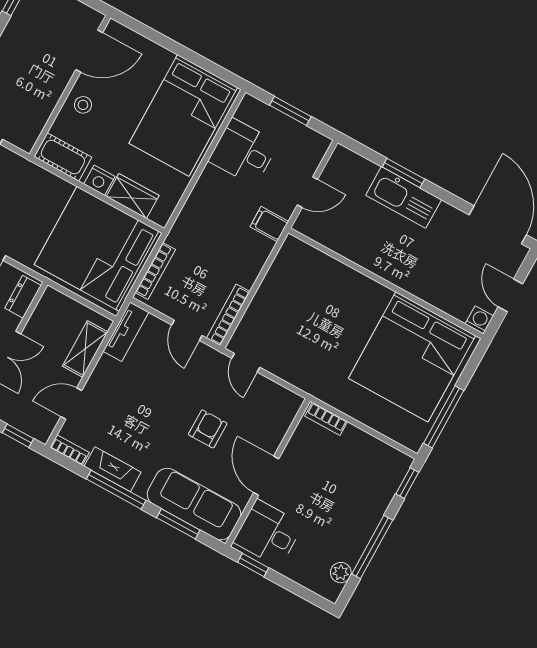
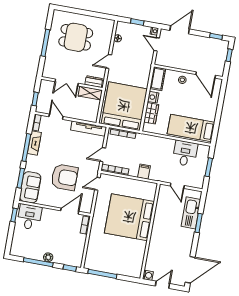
bed: (183, 115) -> (191, 128), width x0.67
kitchen sink: (404, 197) -> (191, 213), moved
filing cabinet: (269, 224) -> (144, 172), moved
tv unit: (126, 332) -> (89, 129), width x1.41
shelving: (85, 349) -> (90, 93), moved
bed: (412, 357) -> (129, 217), moved
armchair: (208, 429) -> (64, 177), width x1.88, depth x1.88
door: (266, 476) -> (70, 211), moved
sofa: (194, 504) -> (30, 187), width x0.73
plant: (341, 573) -> (48, 257), moved

